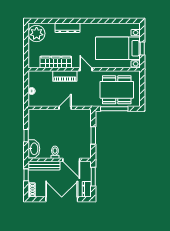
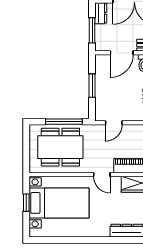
door: (65, 108) -> (114, 123), moved
door: (71, 160) -> (122, 53), swing flipped

